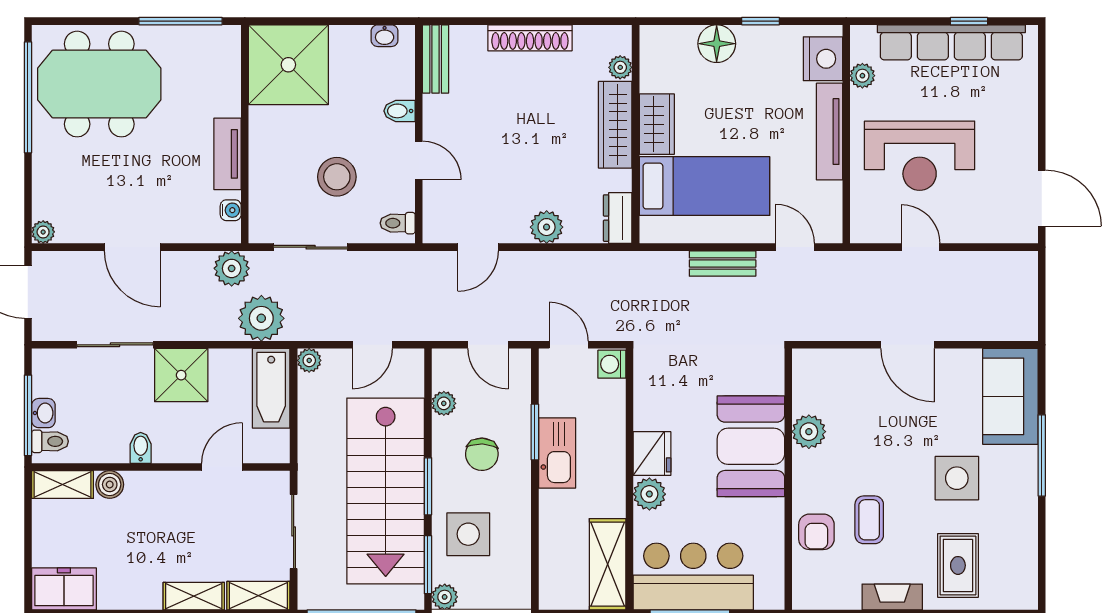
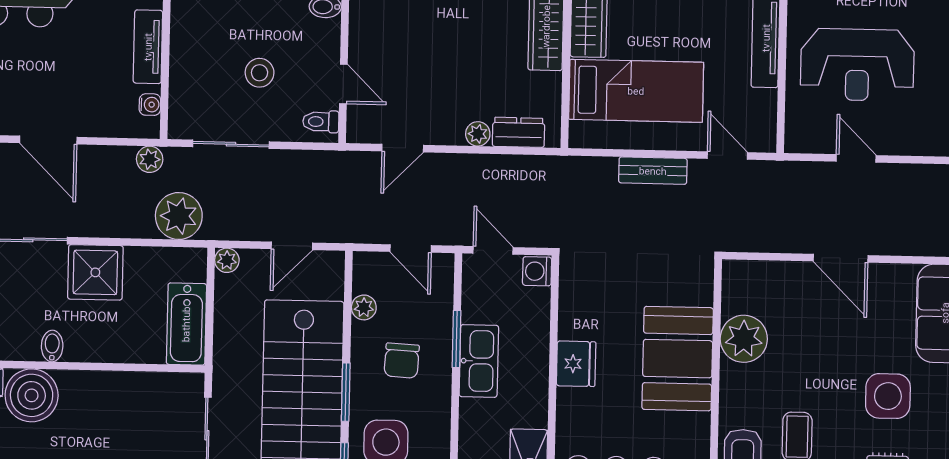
door: (419, 160) -> (343, 84), moved
stool: (337, 177) -> (260, 73), width x0.73, depth x0.73
dresser: (618, 218) -> (519, 132), moved, turned 90
plant: (547, 227) -> (478, 134), width x0.73, depth x0.73
plant: (232, 268) -> (150, 159), width x0.73, depth x0.73
bathtub: (271, 388) -> (186, 324), moved
plant: (809, 432) -> (744, 339), width x1.36, depth x1.36
door: (222, 467) -> (135, 367), removed
boiler: (110, 484) -> (32, 395), width x1.86, depth x1.86
plant: (649, 494) -> (572, 405), removed

